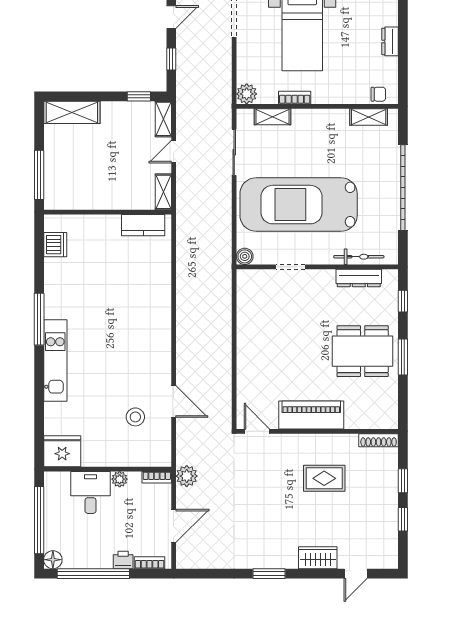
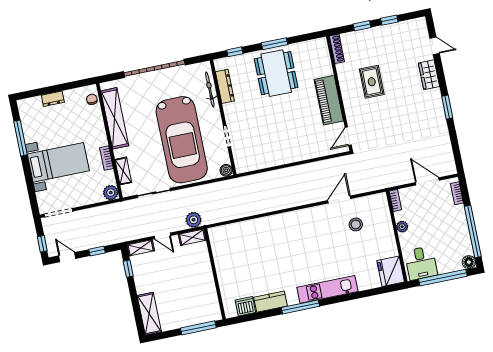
shelving: (369, 117) -> (115, 118), width x2.20, depth x1.33
kitchen counter: (143, 225) -> (270, 302), moved, turned -90
plant: (187, 476) -> (194, 220), moved
desk: (91, 492) -> (421, 263), moved, turned -90
printer: (123, 560) -> (459, 212), removed

